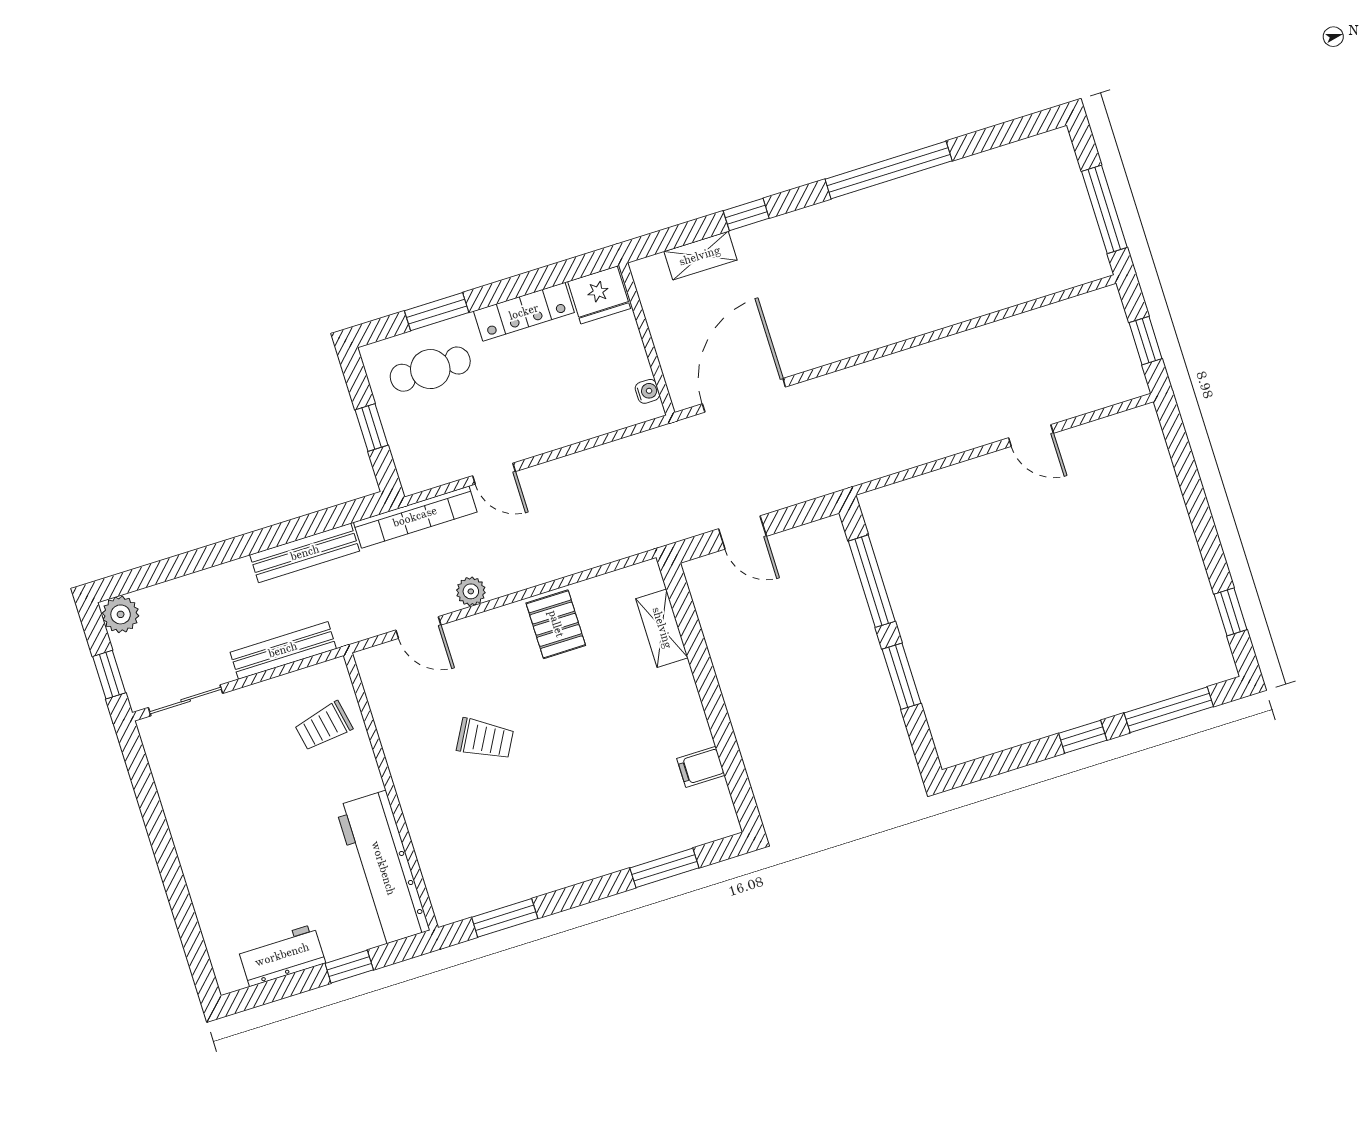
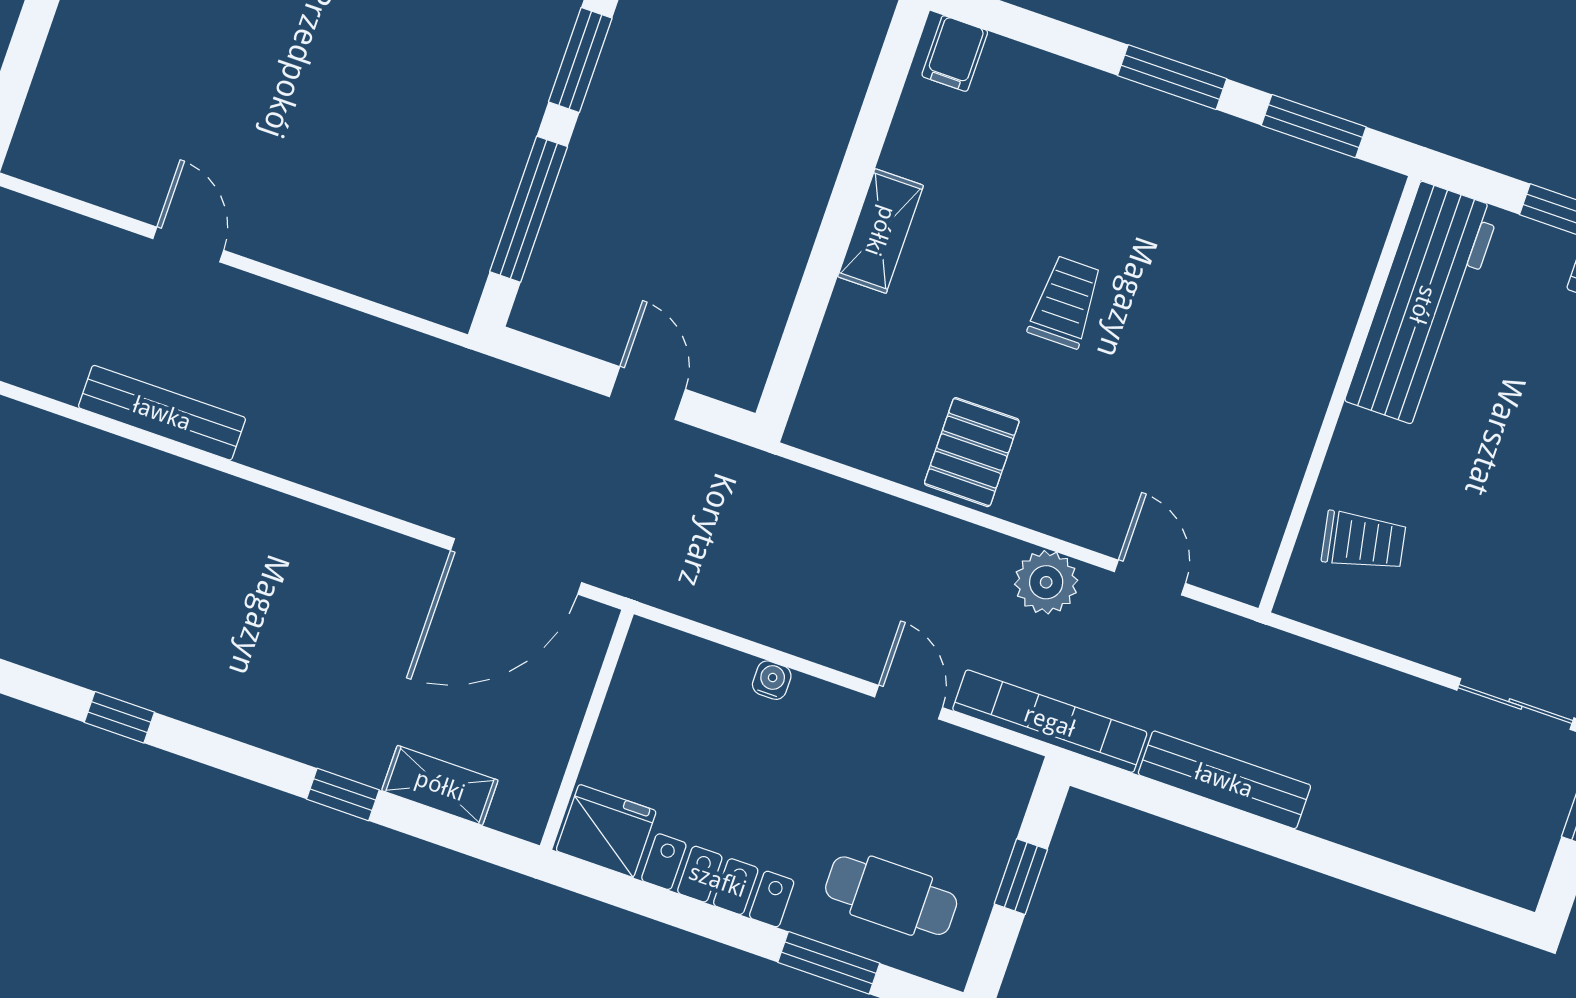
window: (889, 170) -> (119, 717), width x0.32
water cooler: (647, 391) -> (772, 680), moved, turned 90
plant: (471, 591) -> (1046, 582), width x1.38, depth x1.38
plant: (121, 614) -> (1517, 875), removed
shelving: (662, 628) -> (881, 231), moved
bench: (283, 650) -> (162, 413), moved
trolley: (485, 739) -> (1065, 302), moved, turned 61
filing cabinet: (701, 767) -> (955, 54), moved, turned 90
window: (664, 868) -> (1172, 77), moved

